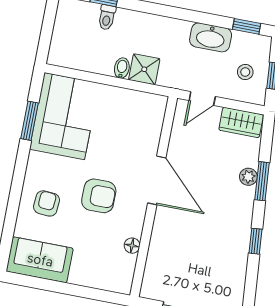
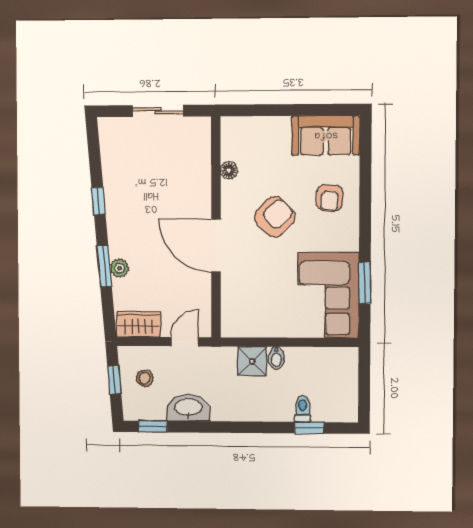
armchair: (99, 196) -> (275, 217), turned 135

